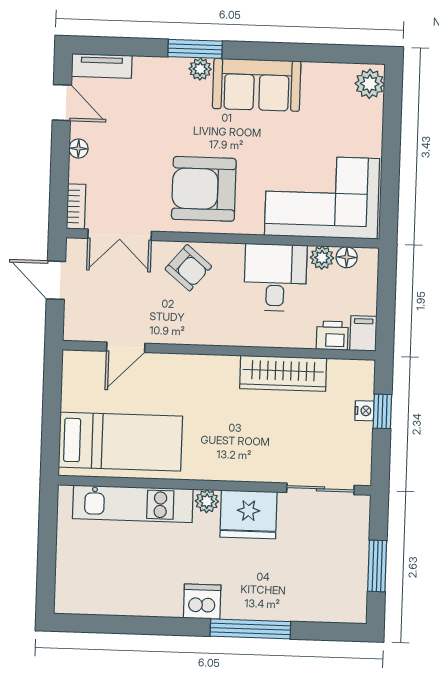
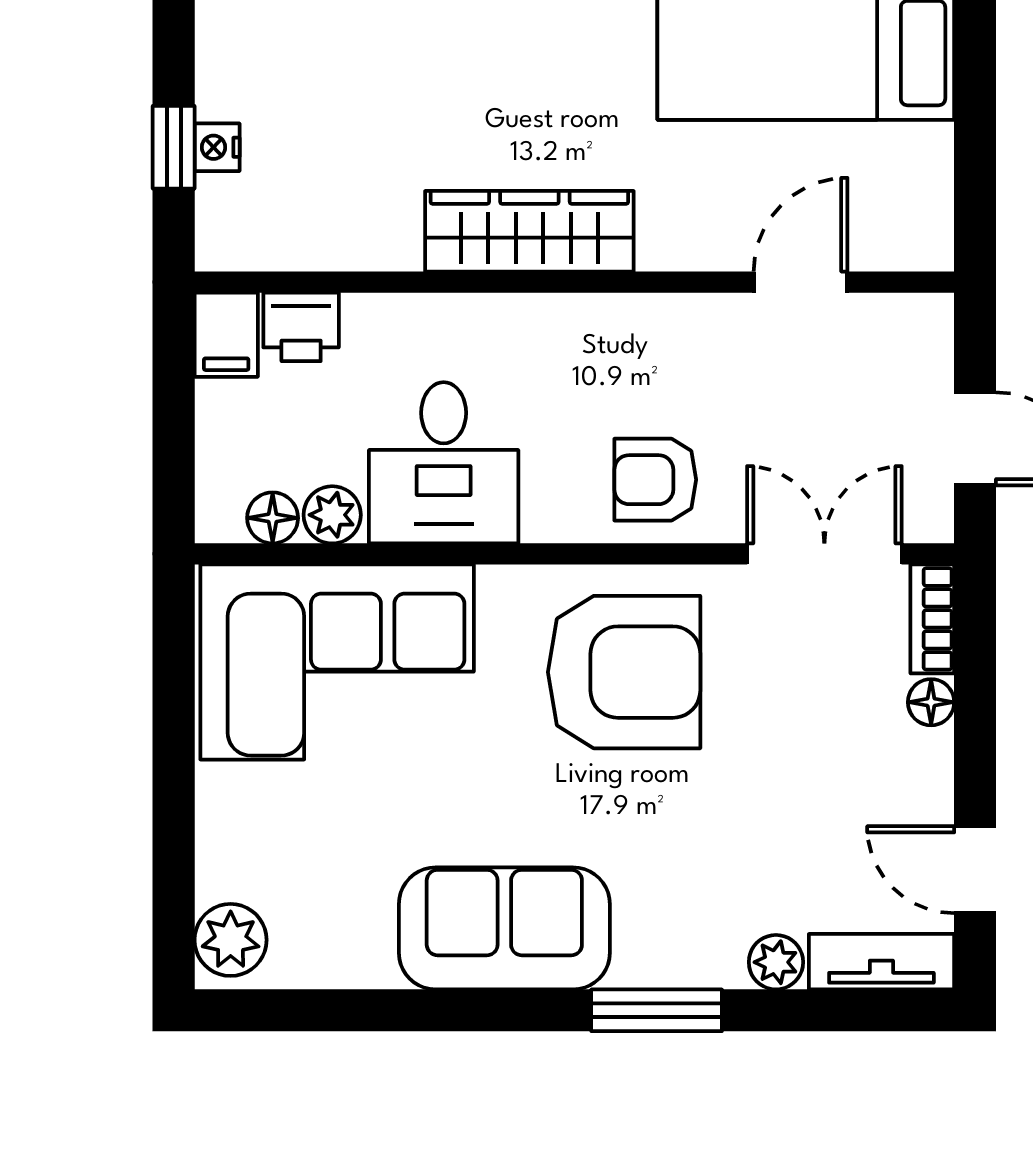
plant: (200, 69) -> (776, 962), moved
floor lamp: (78, 149) -> (931, 702), moved
armchair: (188, 268) -> (655, 480), turned -40
wardrobe: (283, 373) -> (529, 231), moved

